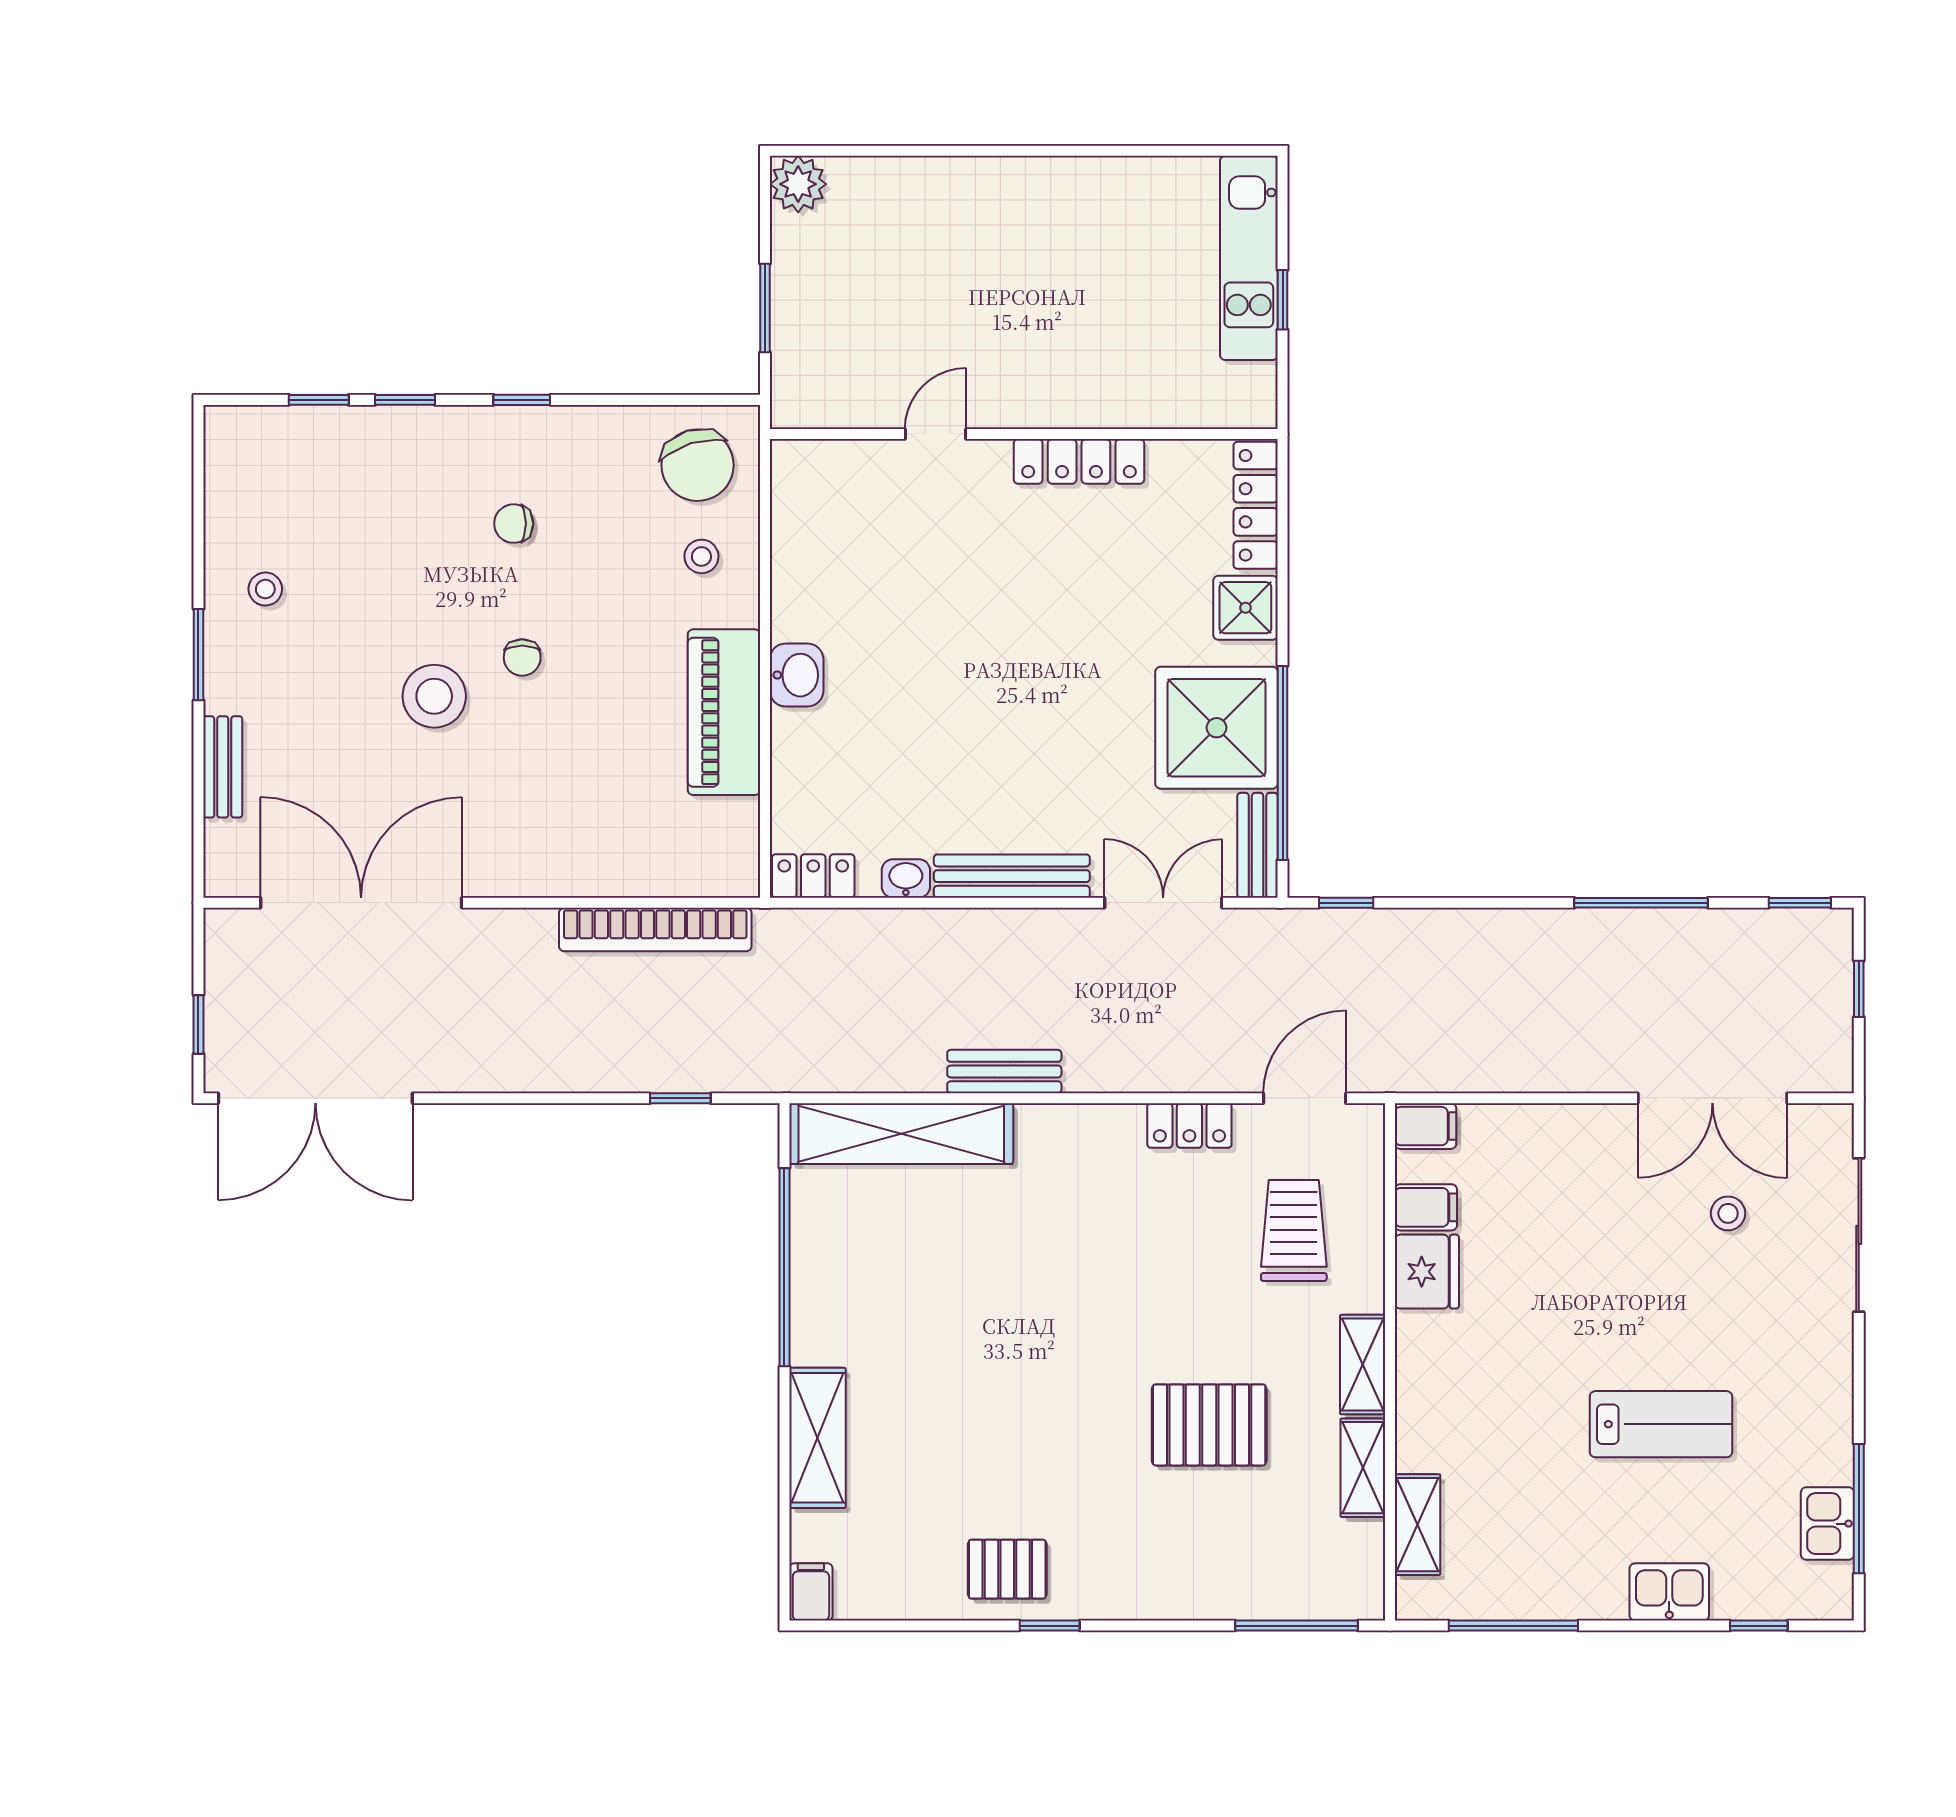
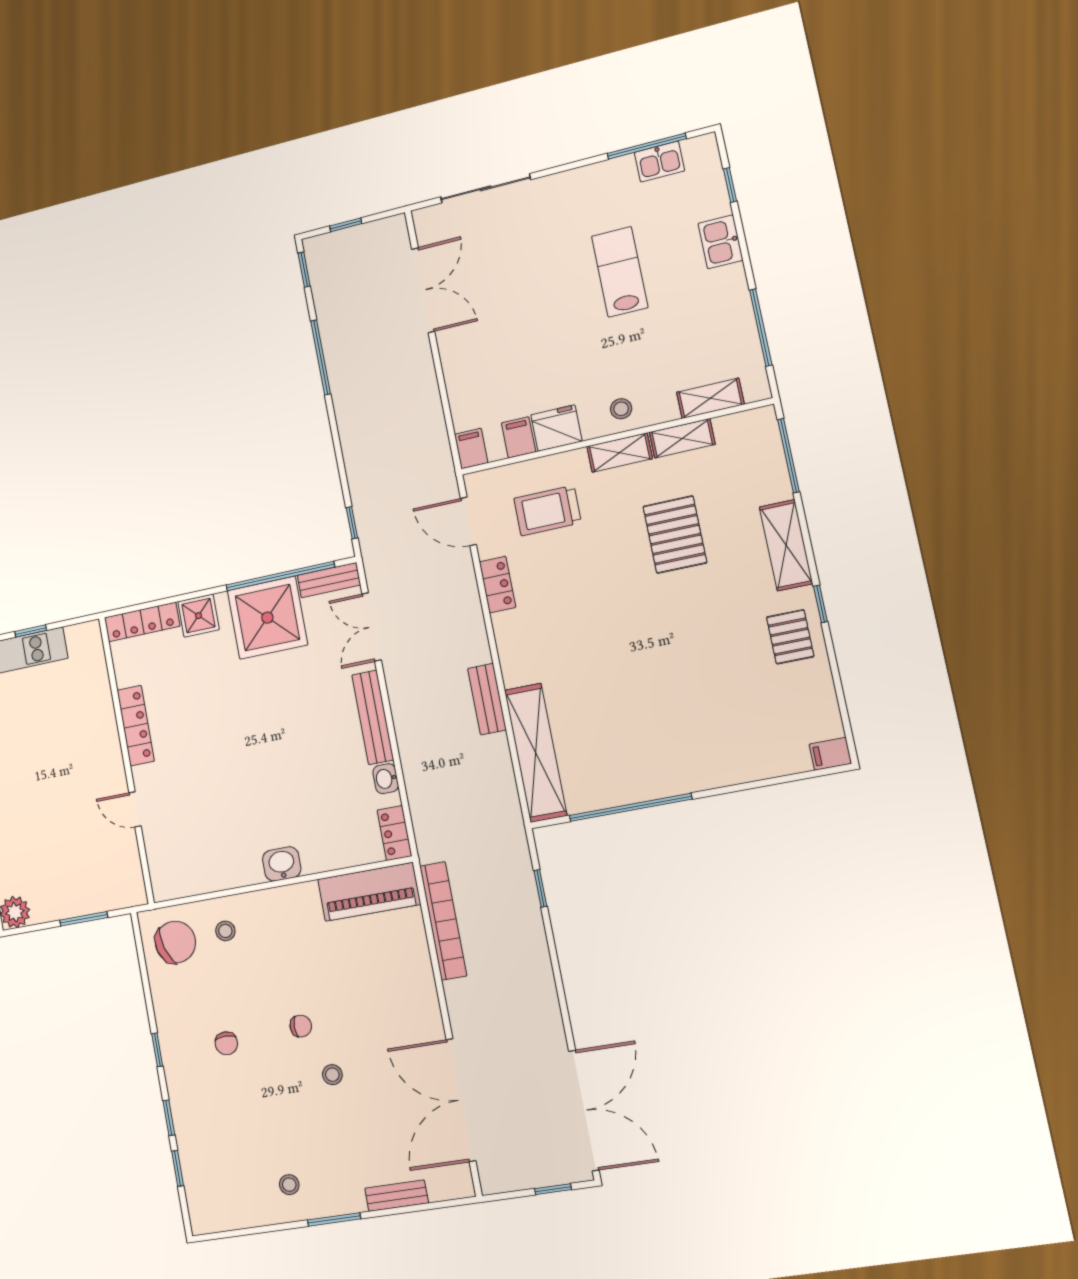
stool: (434, 696) -> (332, 1075), width x0.53, depth x0.53
piano: (724, 712) -> (369, 892), moved
stool: (1728, 1213) -> (621, 409), moved
shelving: (817, 1438) -> (786, 545), moved, turned 90

